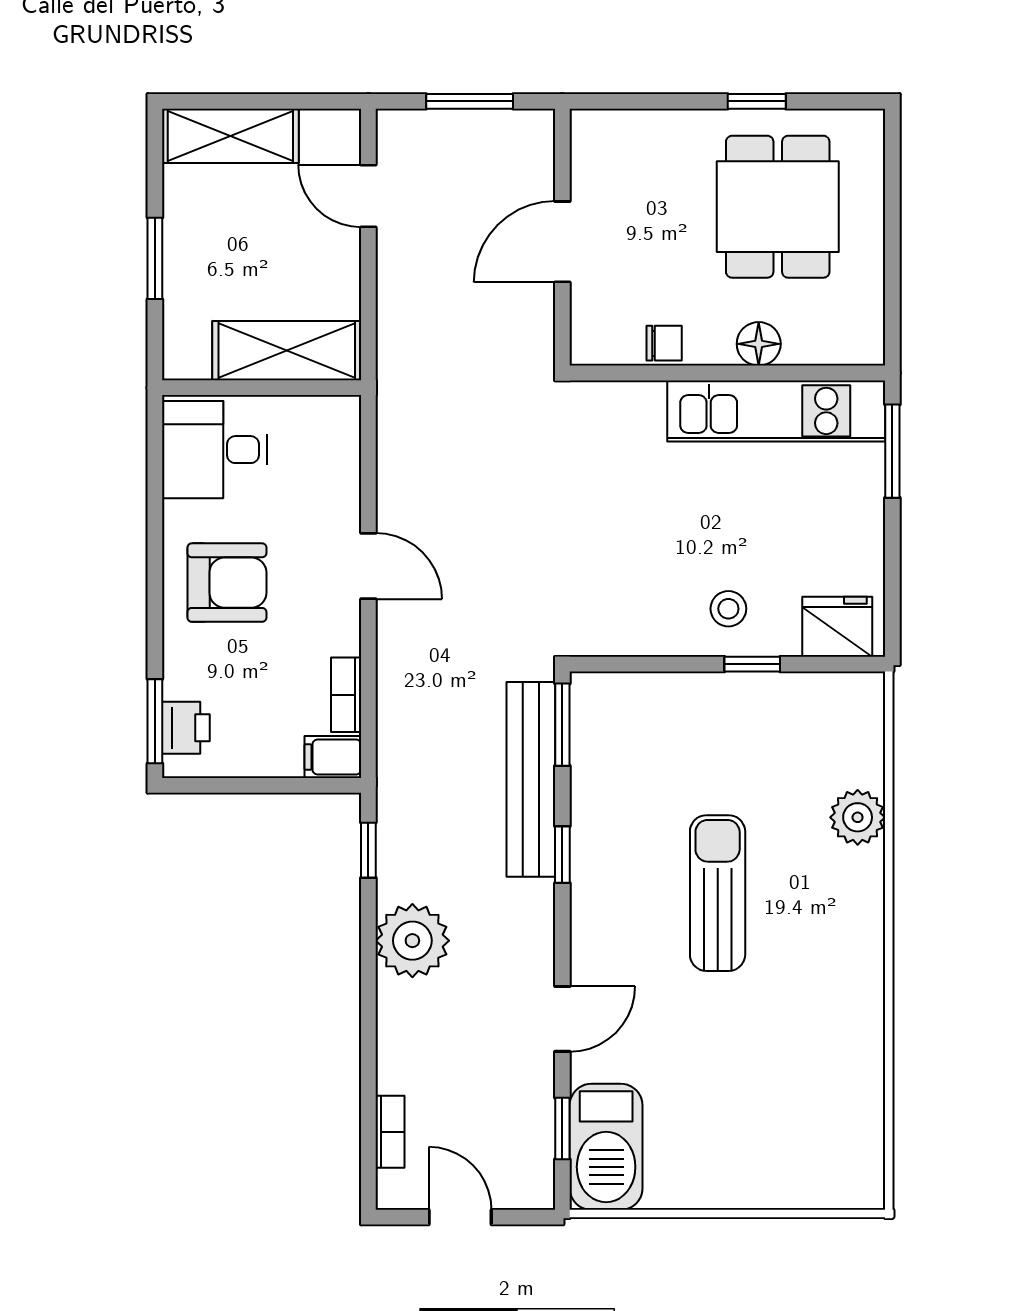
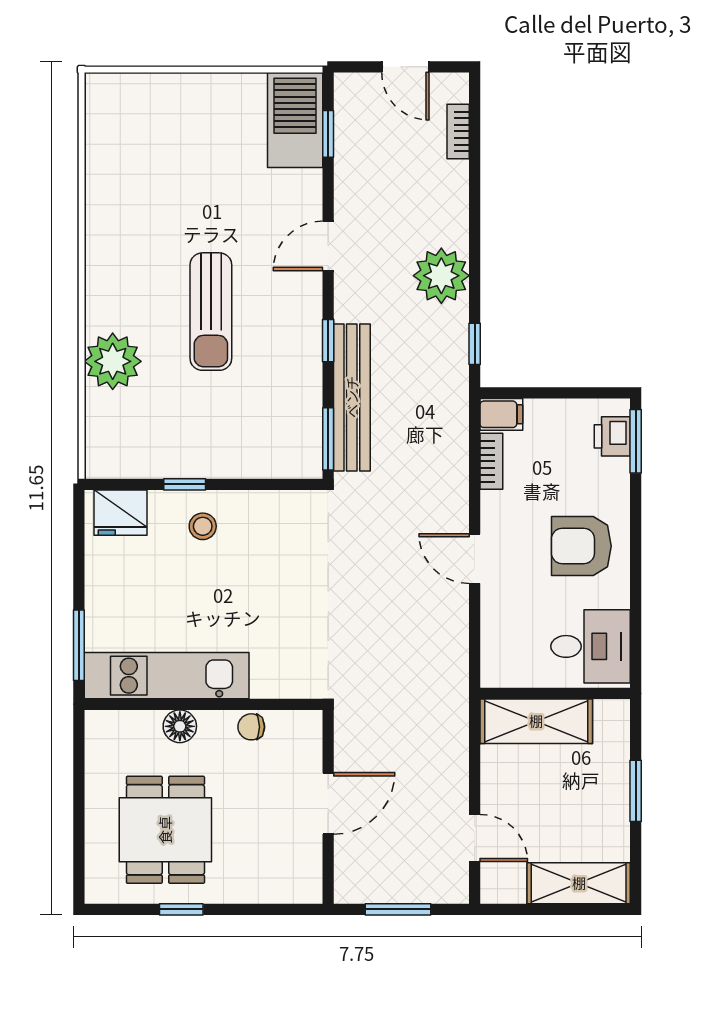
plant: (858, 817) -> (113, 361), width x1.36, depth x1.36
door: (562, 1019) -> (328, 246), moved

